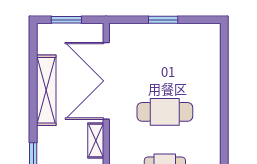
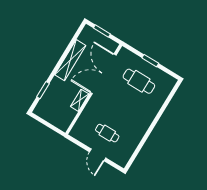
cafe table: (165, 112) -> (139, 81), moved

